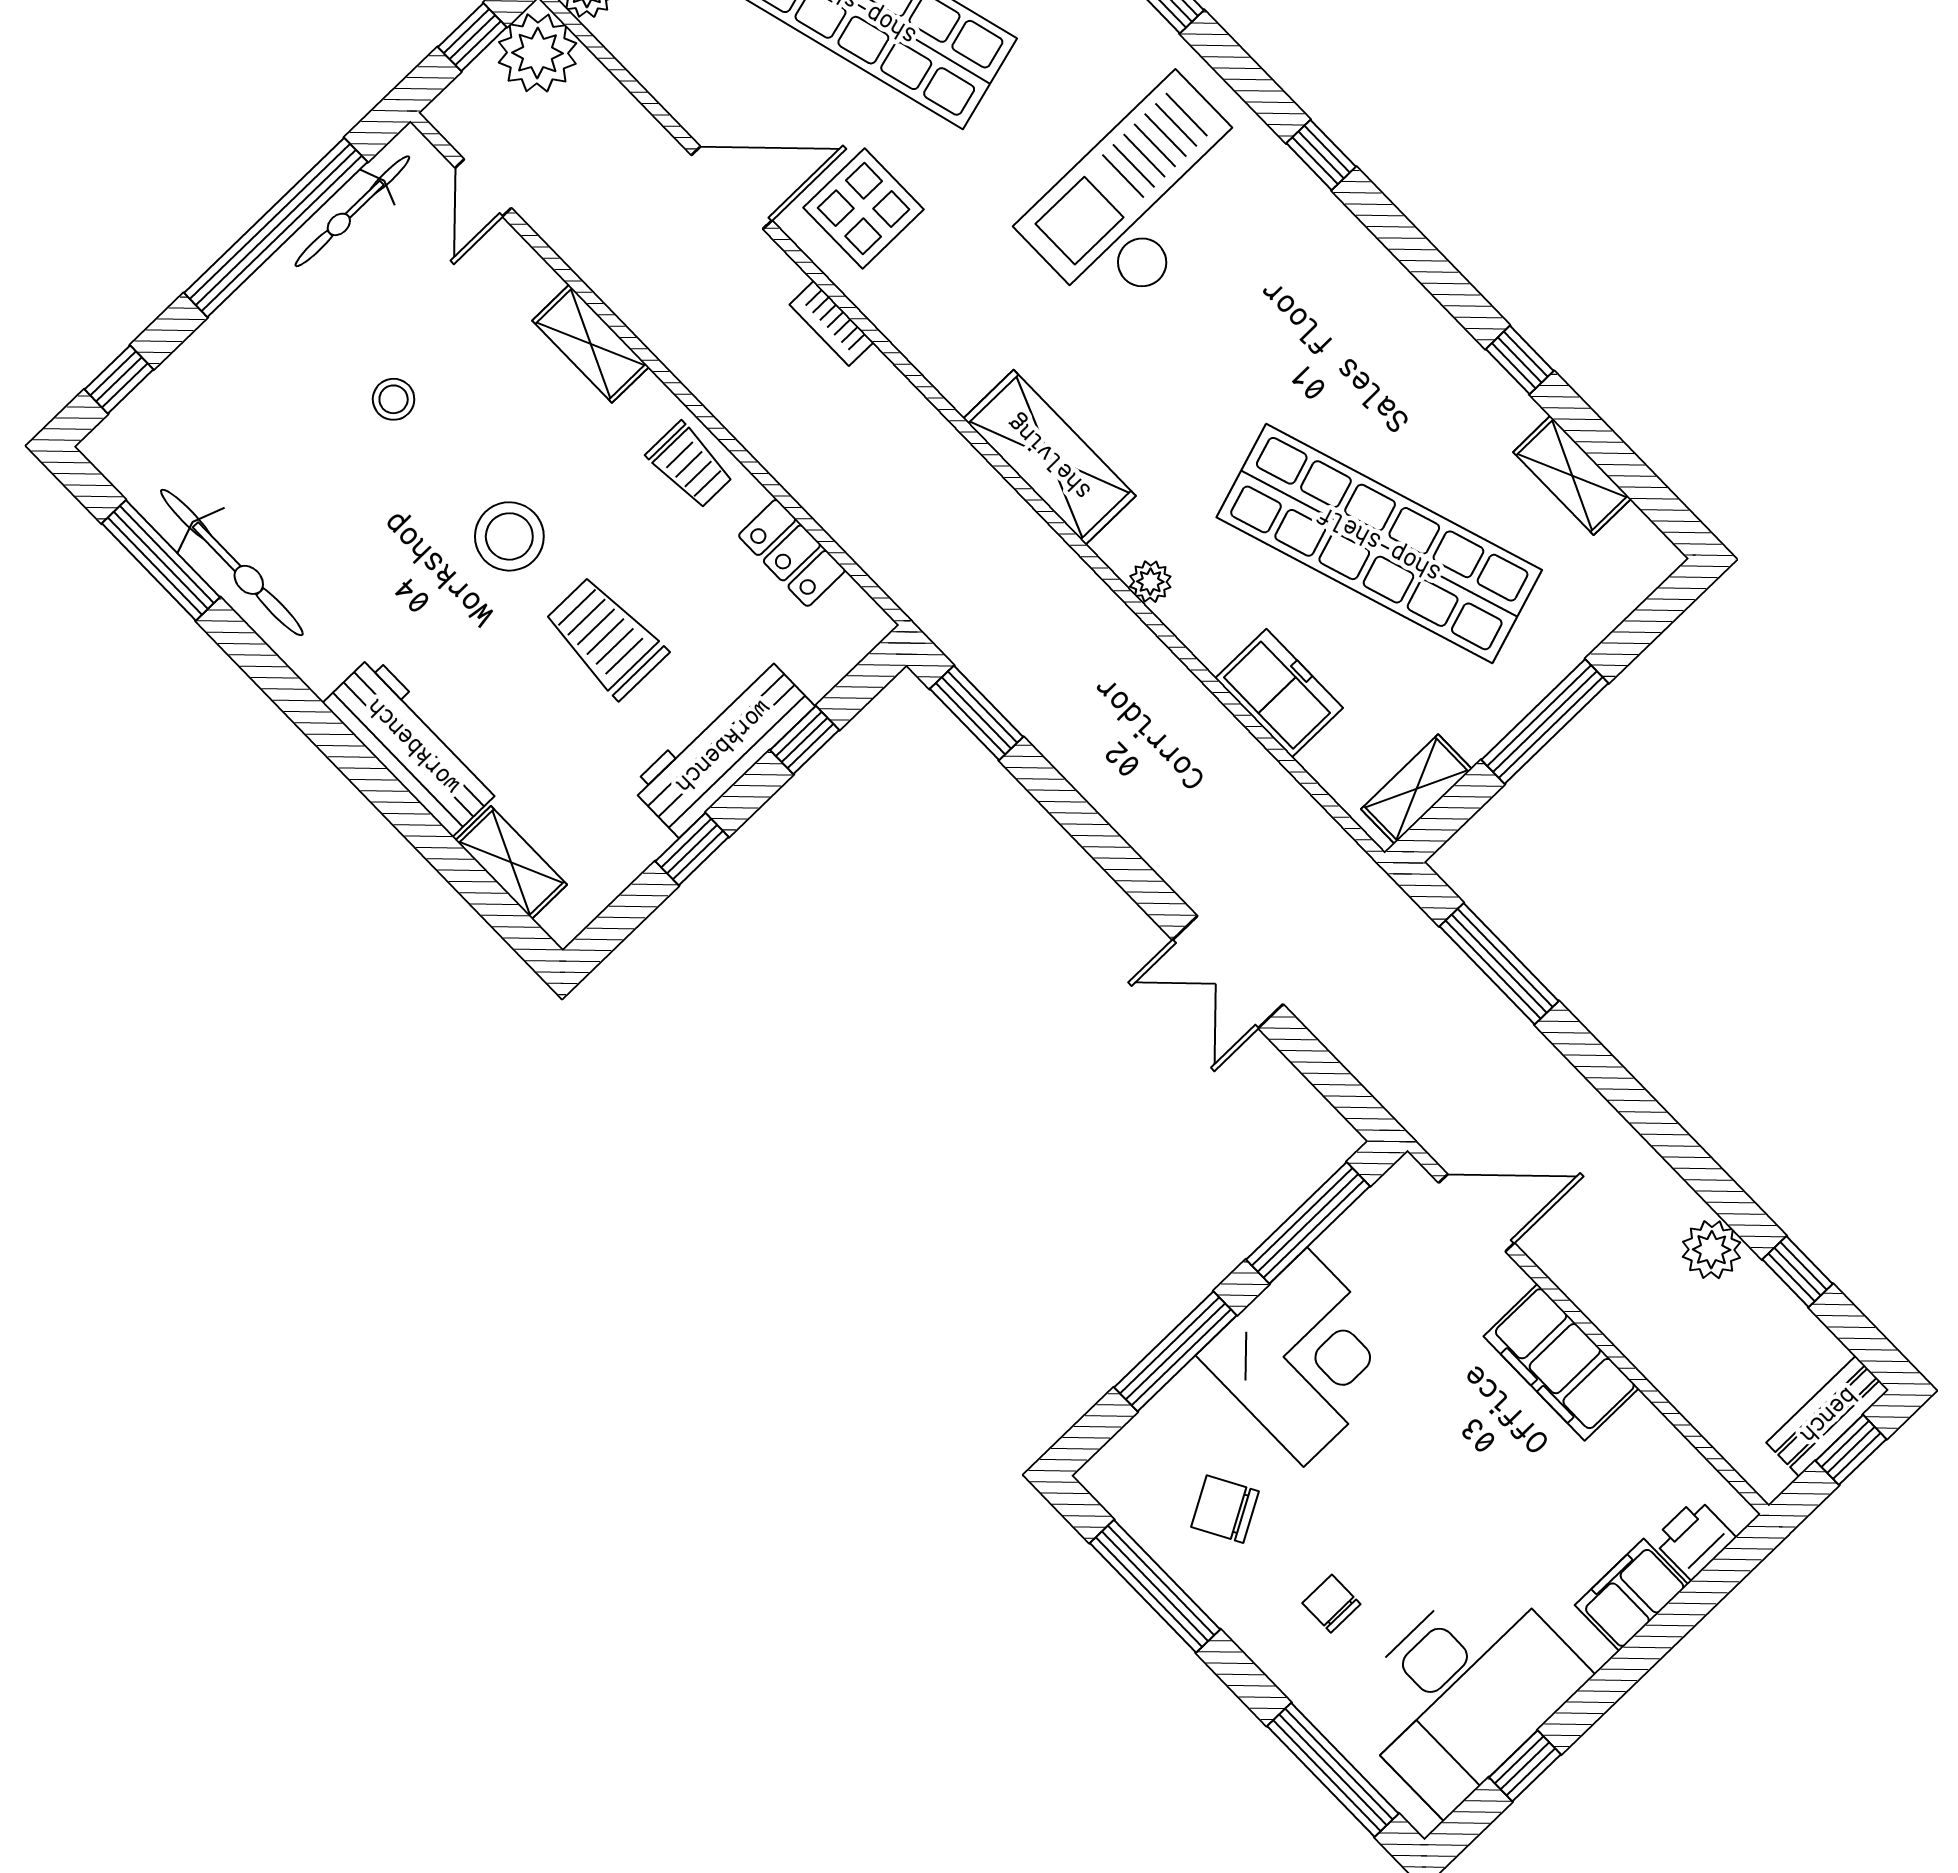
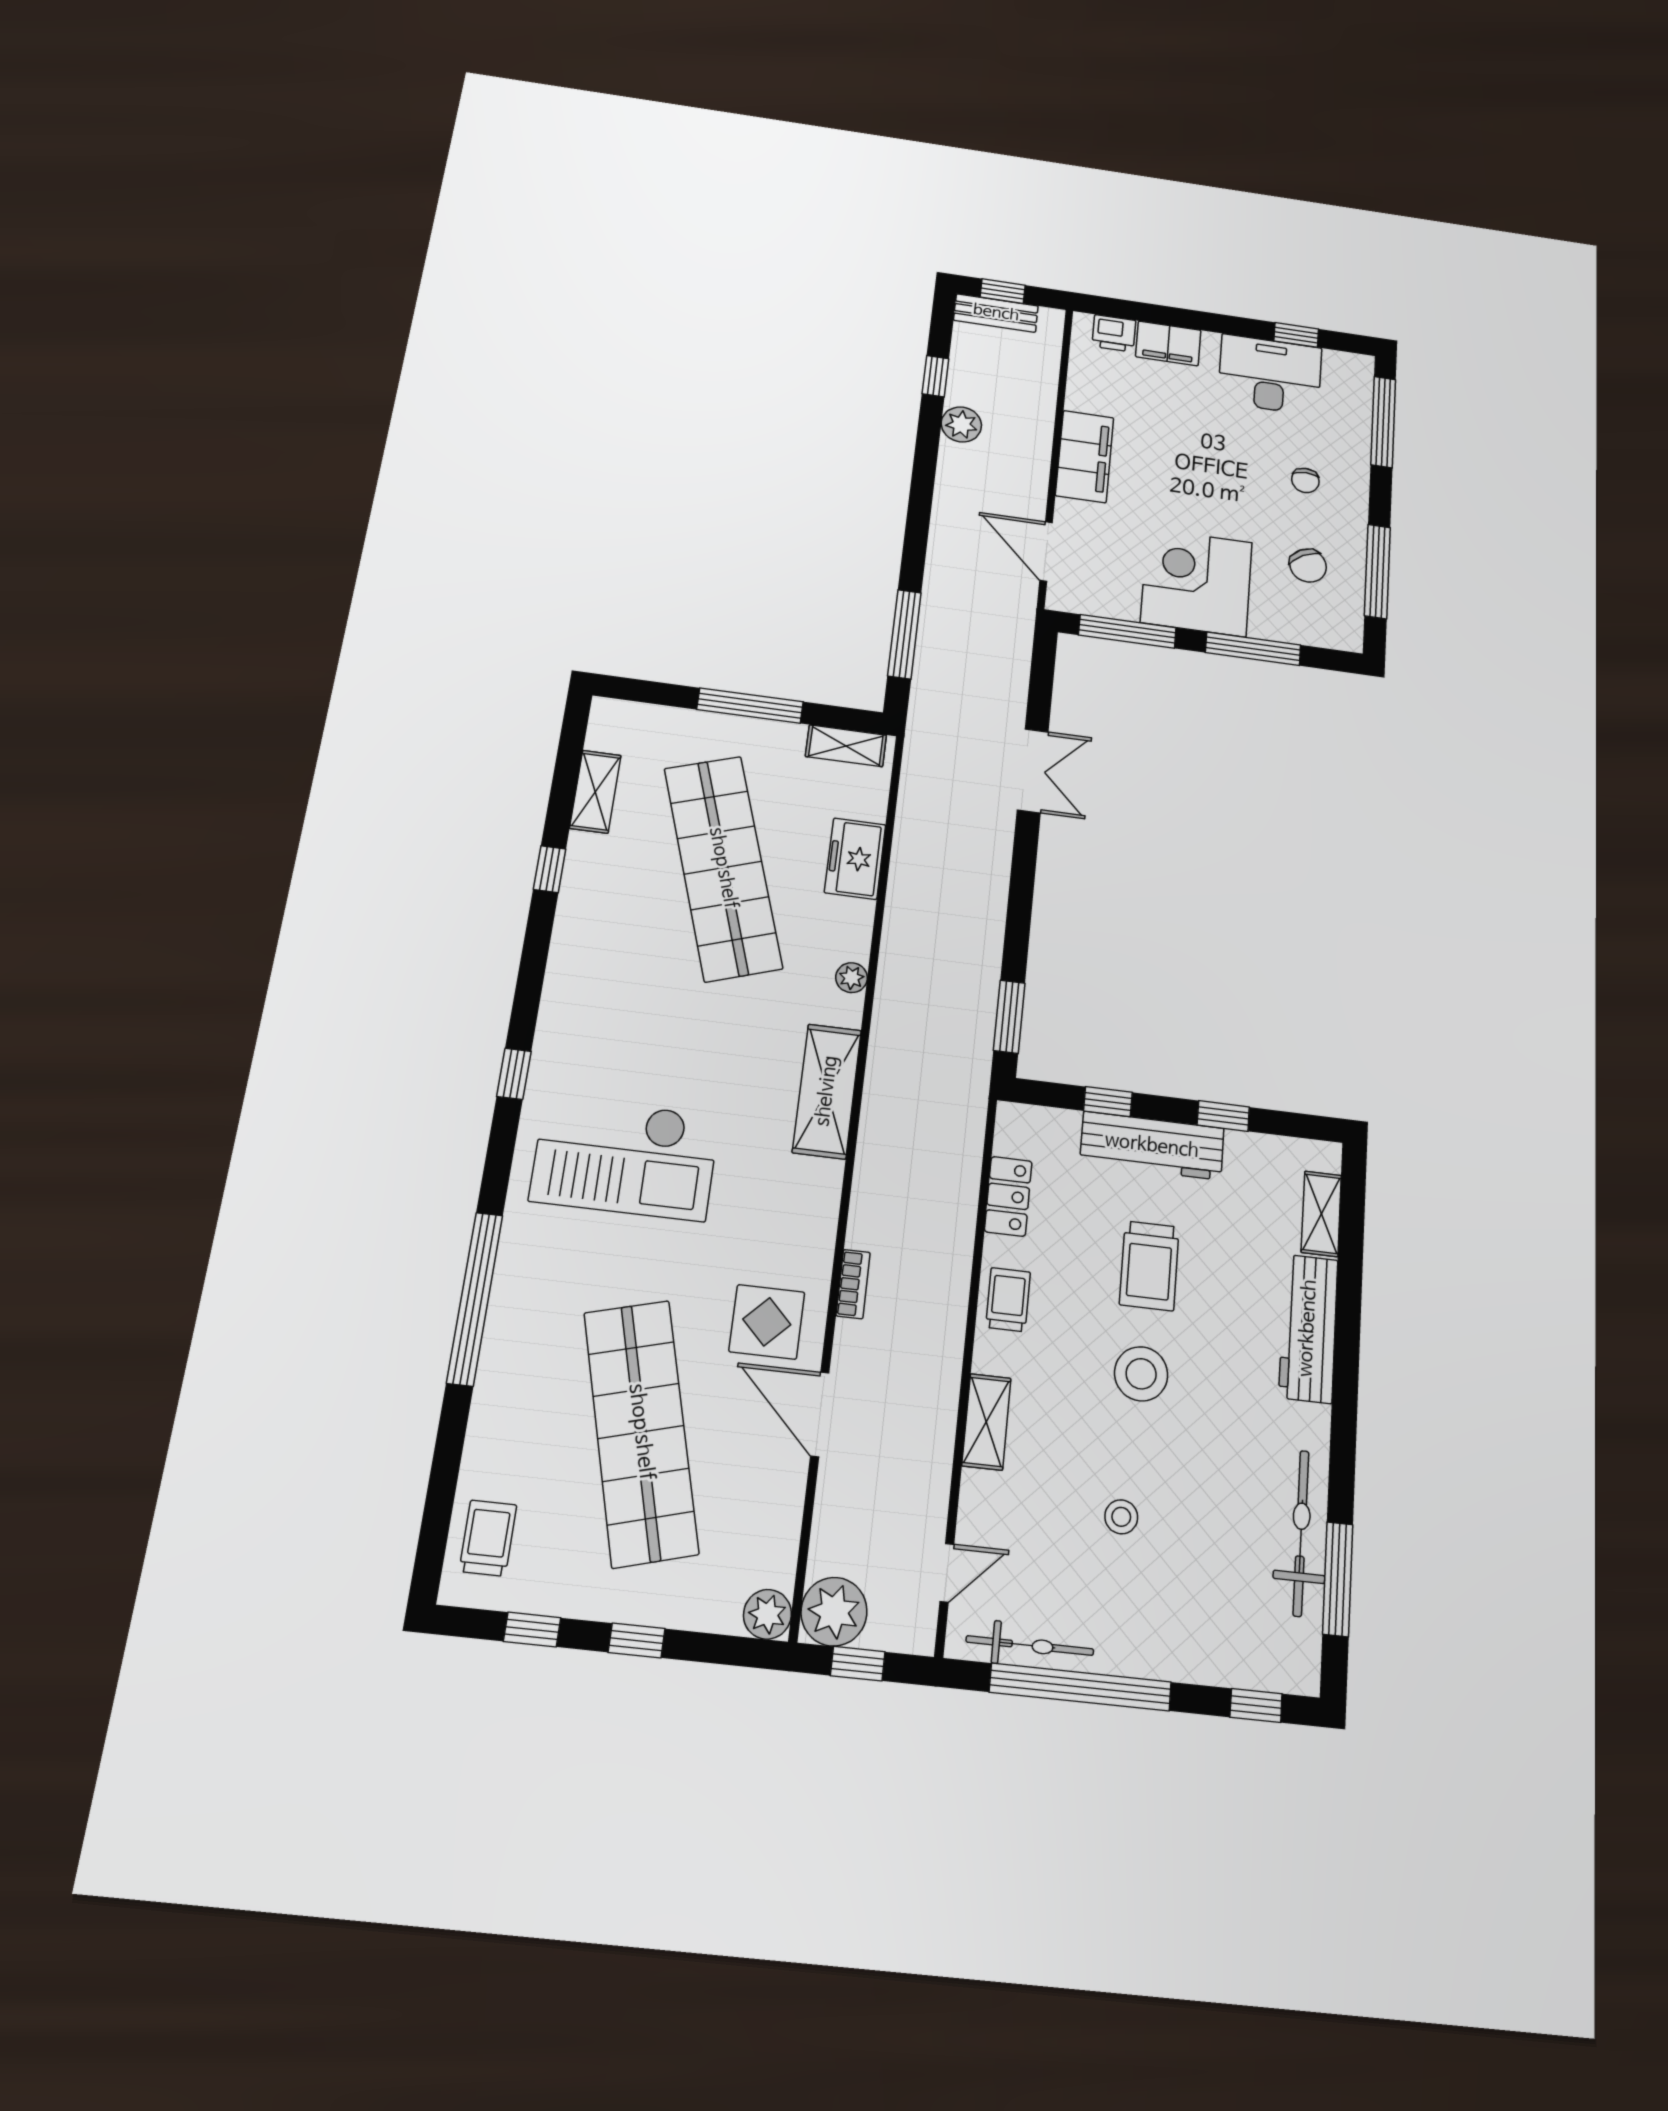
desk: (1465, 1691) -> (1270, 375), width x0.73, depth x0.77

